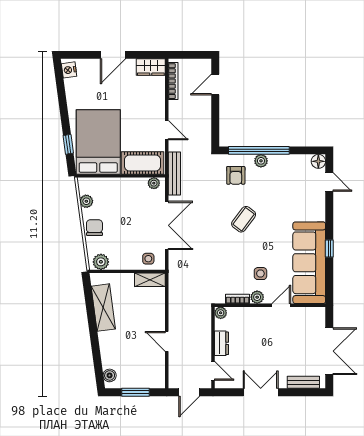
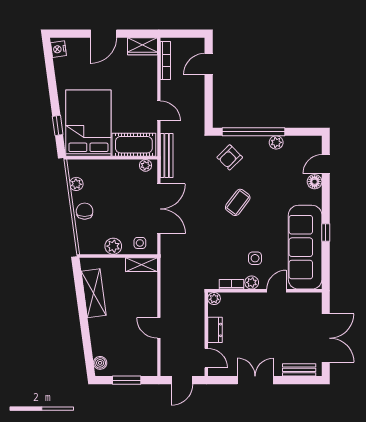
plant: (261, 161) -> (276, 142), moved
floor lamp: (318, 161) -> (315, 182), moved
armchair: (236, 175) -> (230, 157), turned 45
door: (329, 182) -> (326, 164), swing flipped
plant: (101, 262) -> (113, 246), moved

